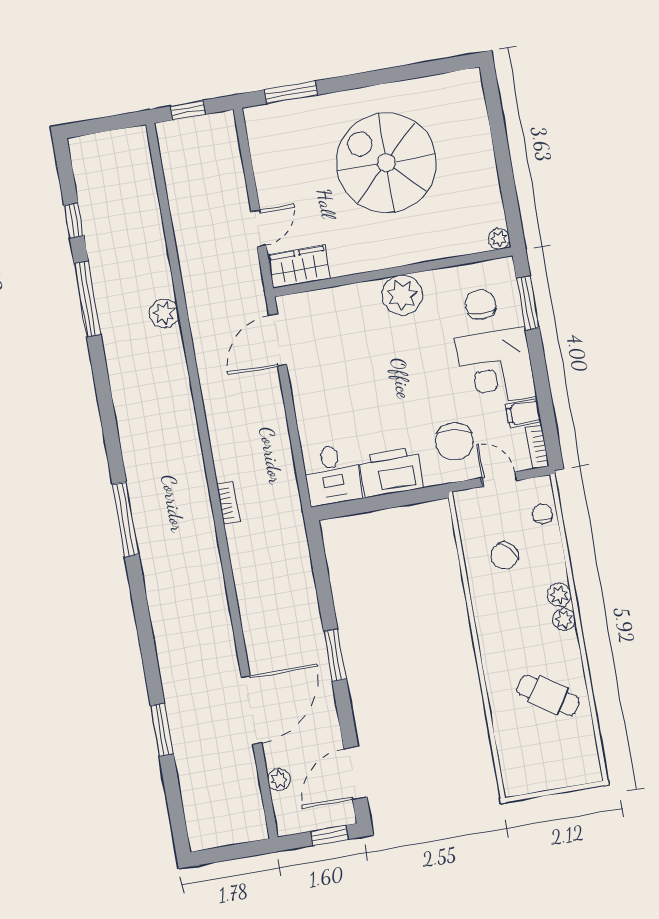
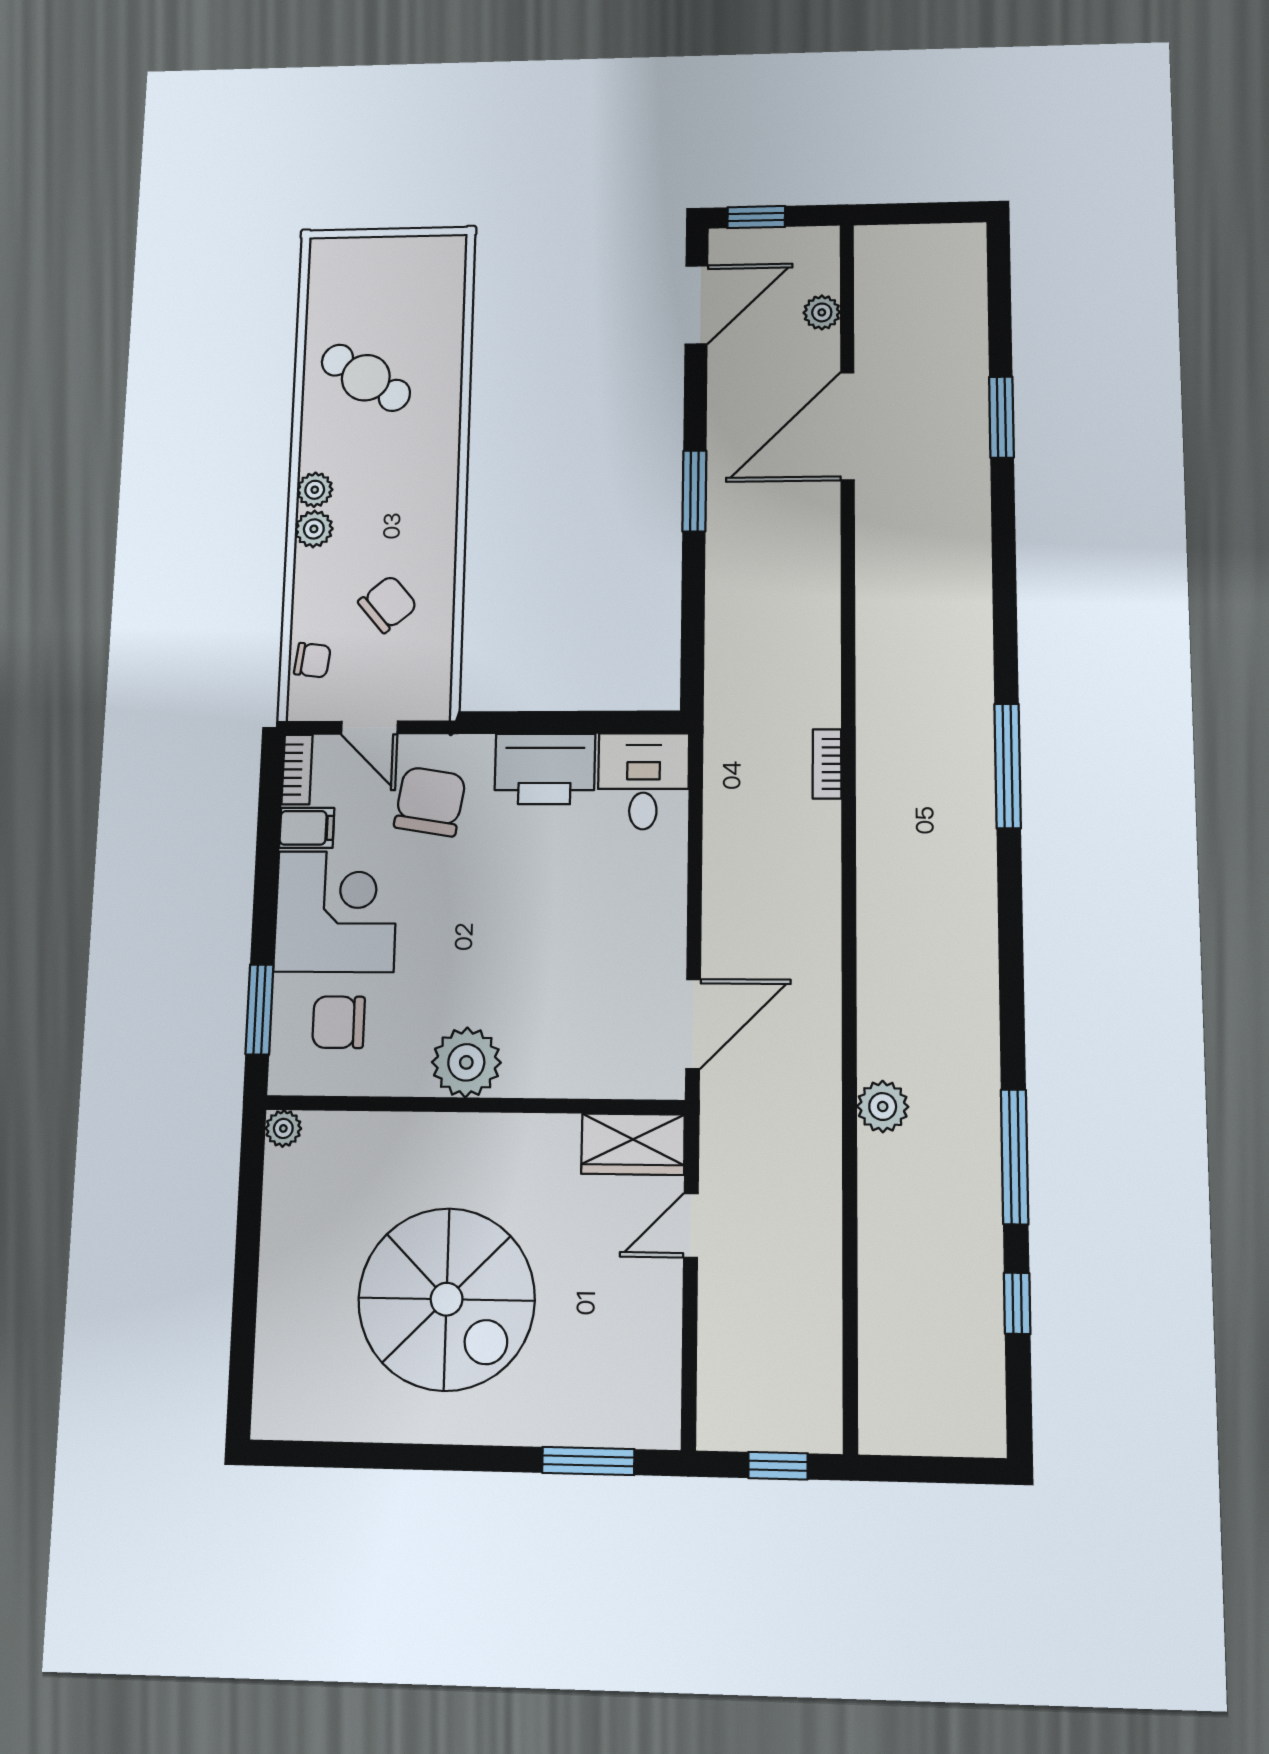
chair: (480, 304) -> (339, 1022), turned 90
chair: (542, 514) -> (312, 660), turned -83

